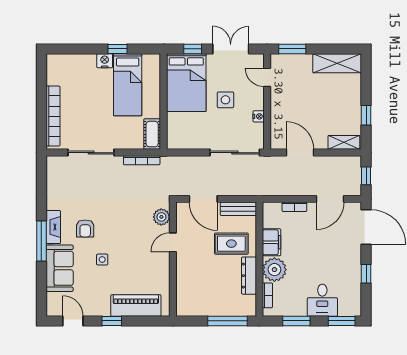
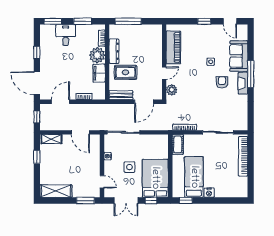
window: (117, 49) -> (186, 201), moved
door: (203, 199) -> (144, 102), swing flipped
piano: (136, 305) -> (173, 47), moved, turned -90

